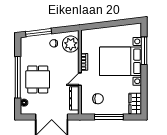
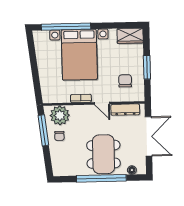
window: (39, 33) -> (43, 130), moved
window: (144, 51) -> (66, 27), width x1.46
dining table: (38, 79) -> (104, 154), width x1.38
window: (109, 117) -> (147, 67), width x0.69

